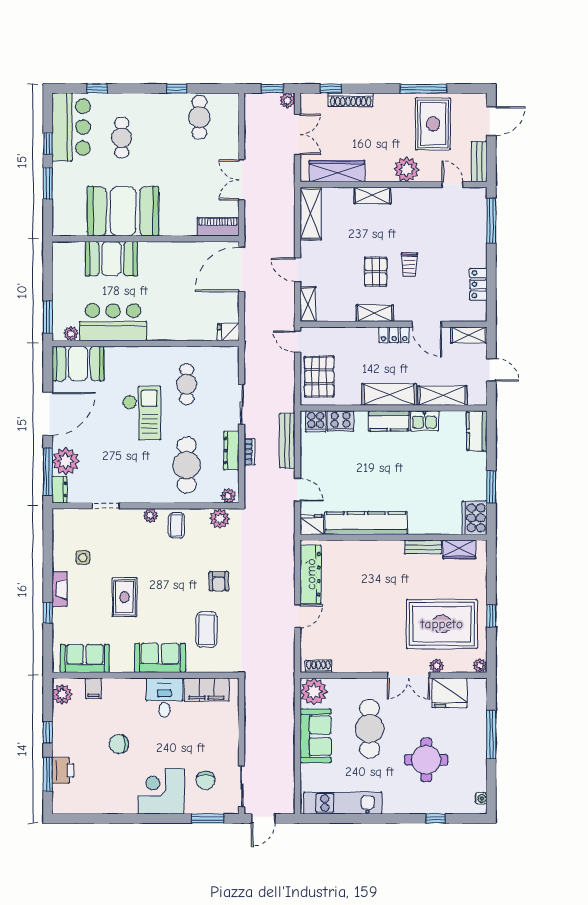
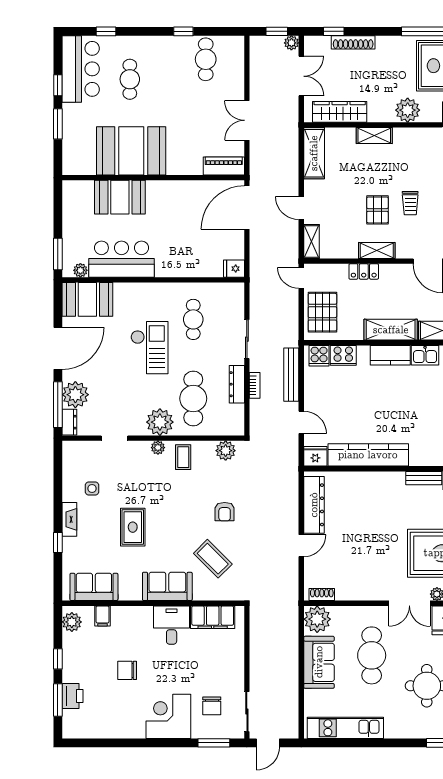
locker: (394, 335) -> (364, 271), moved
plant: (228, 496) -> (160, 422), moved, width x1.88, depth x1.88
coffee table: (207, 630) -> (213, 559), turned -45

